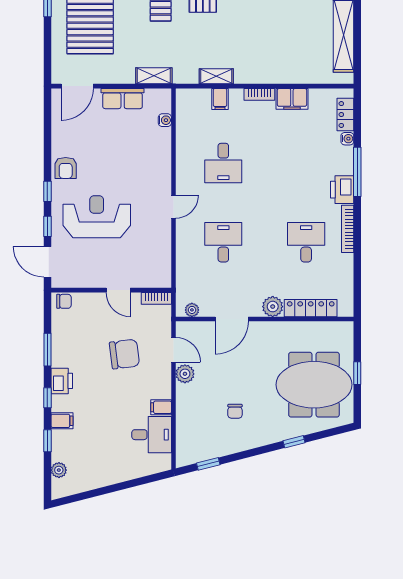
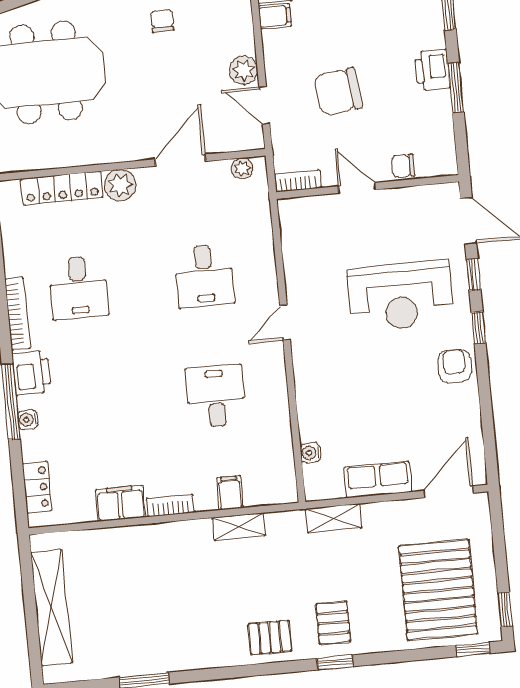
water cooler: (347, 139) -> (28, 420), moved
chair: (64, 301) -> (403, 166), moved
printer: (62, 381) -> (432, 70), moved

